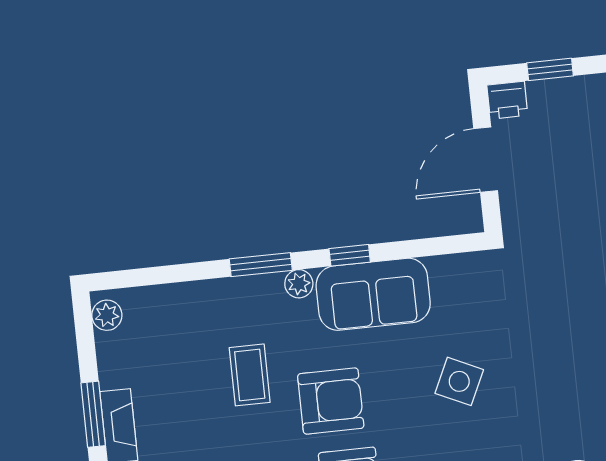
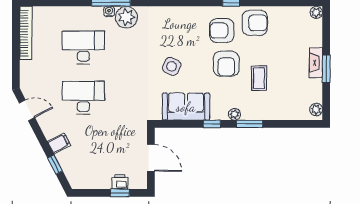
printer: (507, 100) -> (120, 182), moved
door: (486, 160) -> (151, 158), hinge flipped
sofa: (373, 294) -> (186, 107), moved
armchair: (331, 401) -> (226, 64), turned -90

